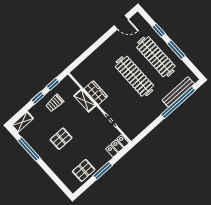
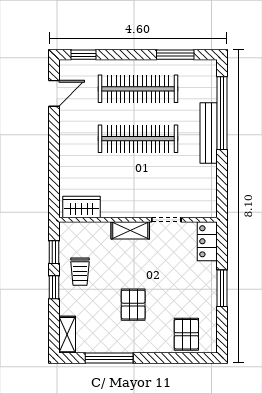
window: (159, 30) -> (84, 55), moved
window: (176, 50) -> (175, 55), moved
bench: (178, 92) -> (209, 133), moved
wardrobe: (96, 93) -> (81, 207), moved
shelving: (85, 101) -> (130, 230), moved
pallet: (84, 170) -> (186, 334), moved

